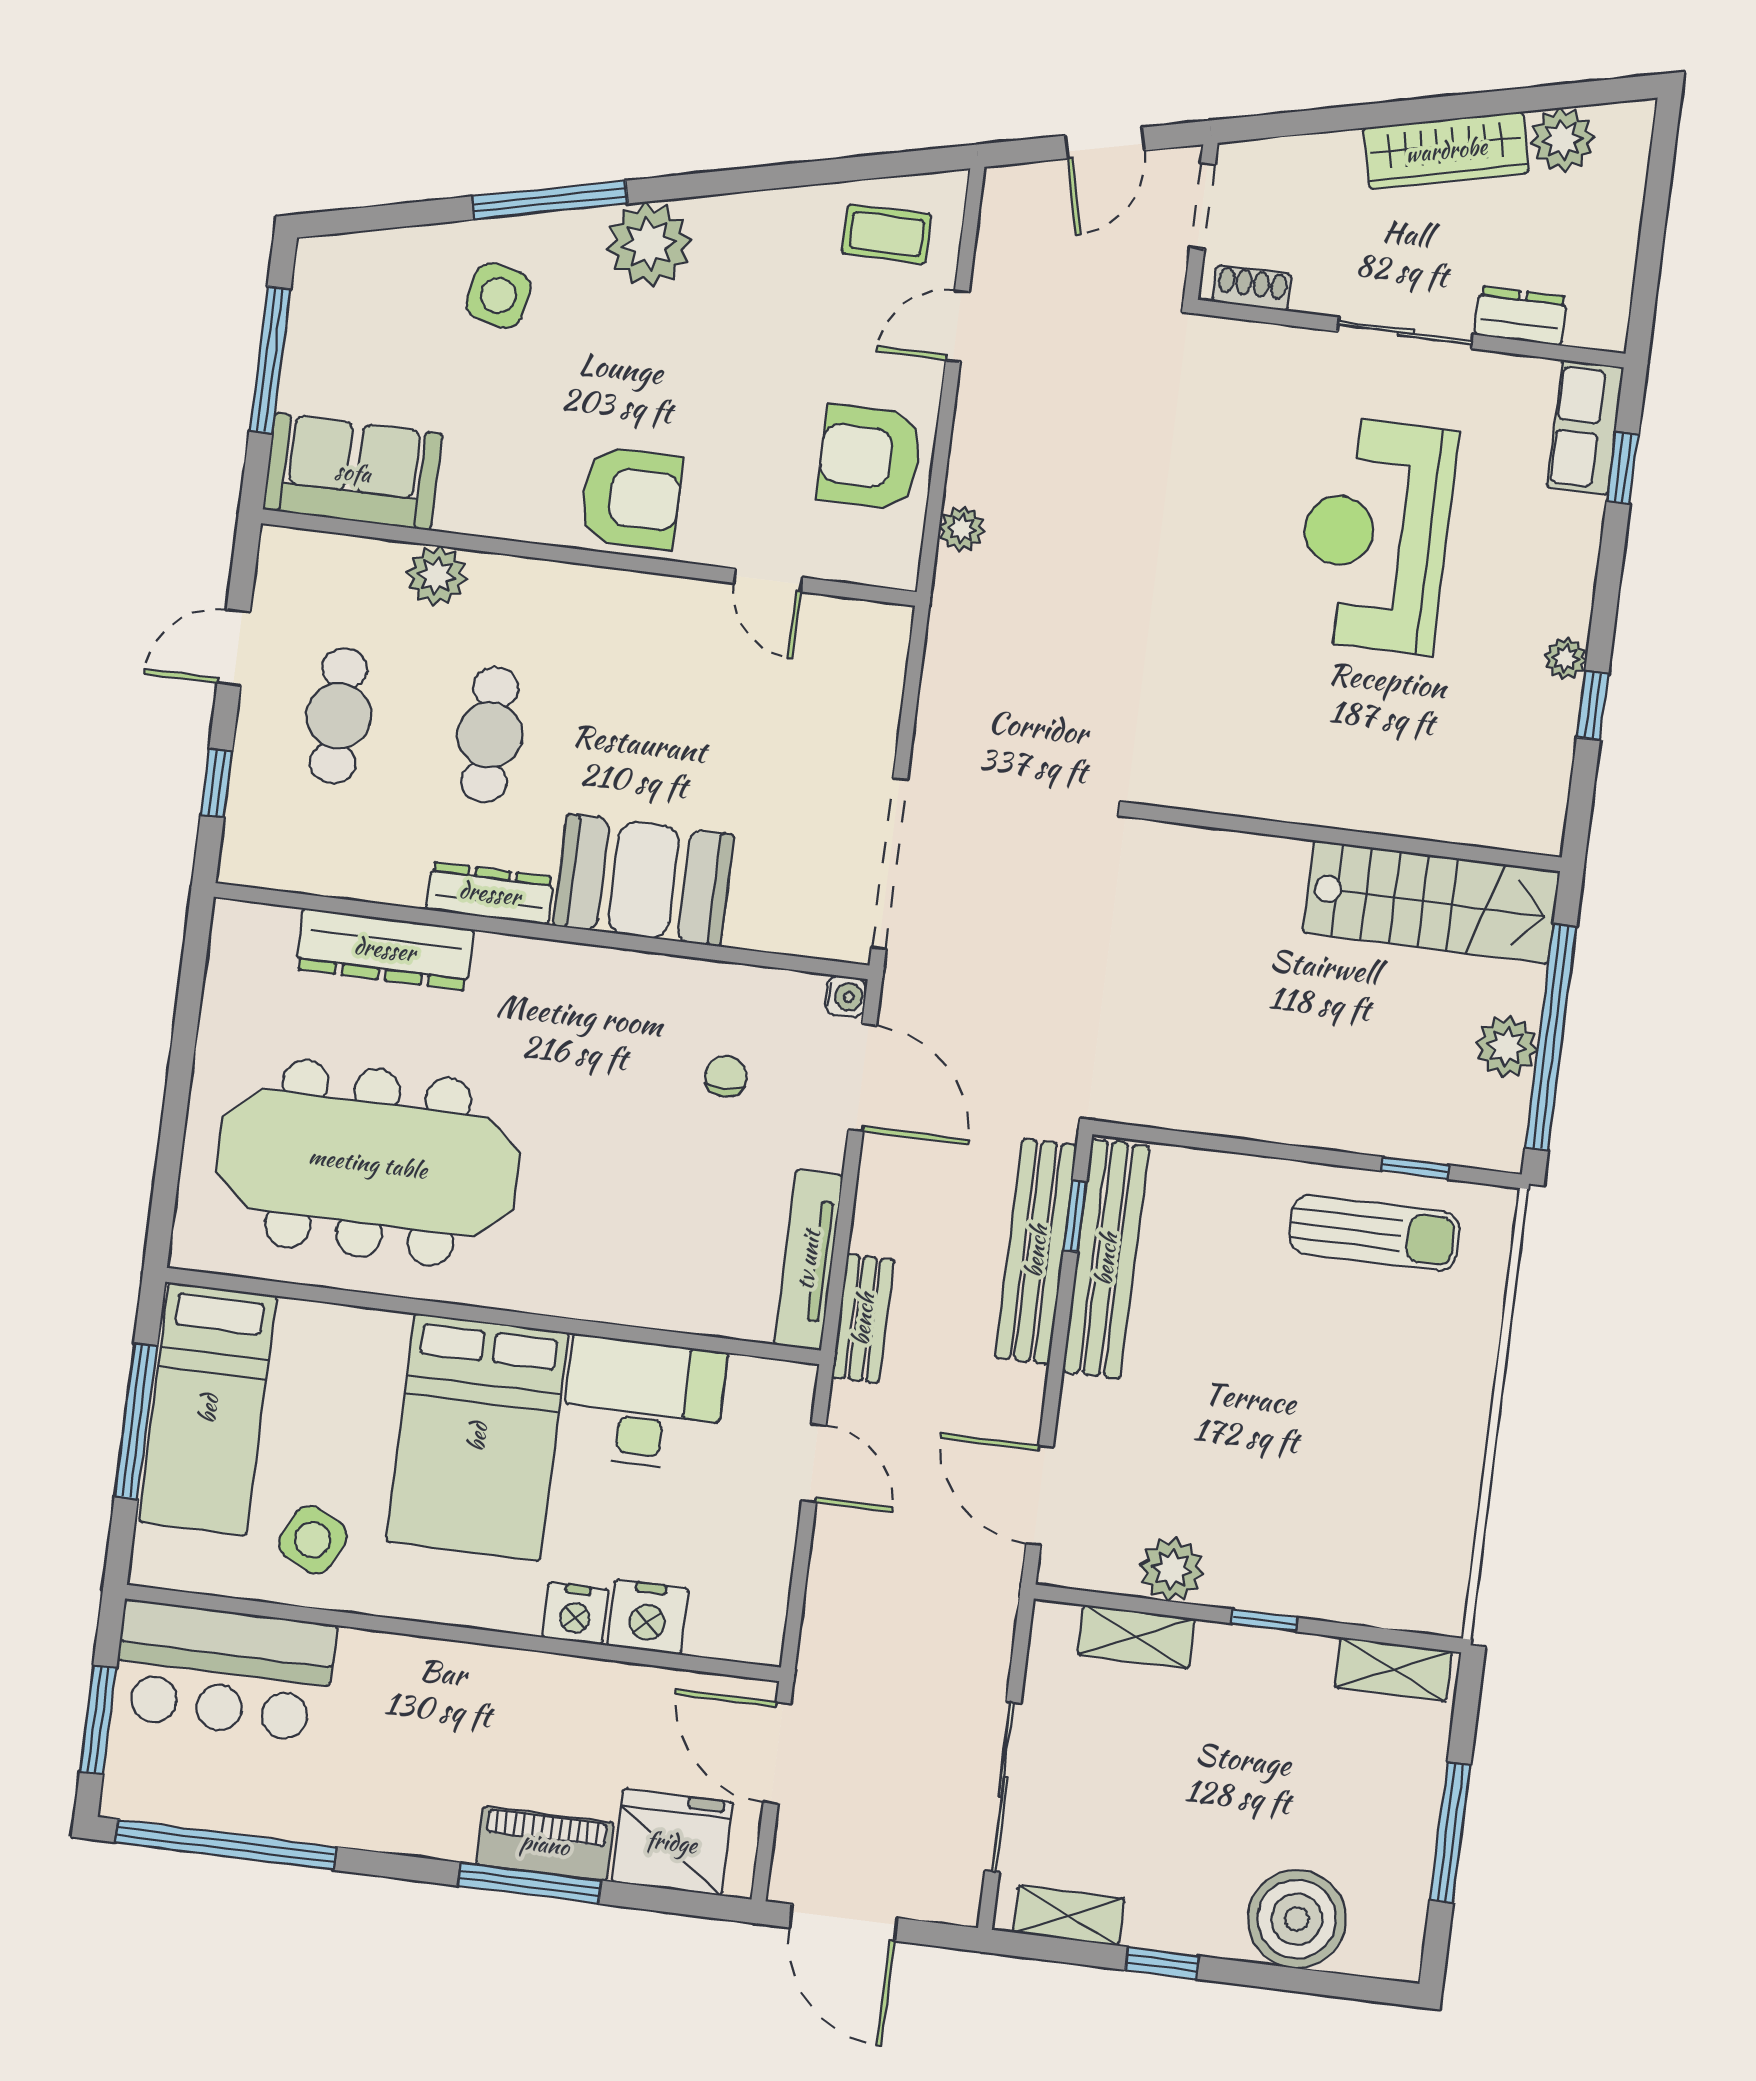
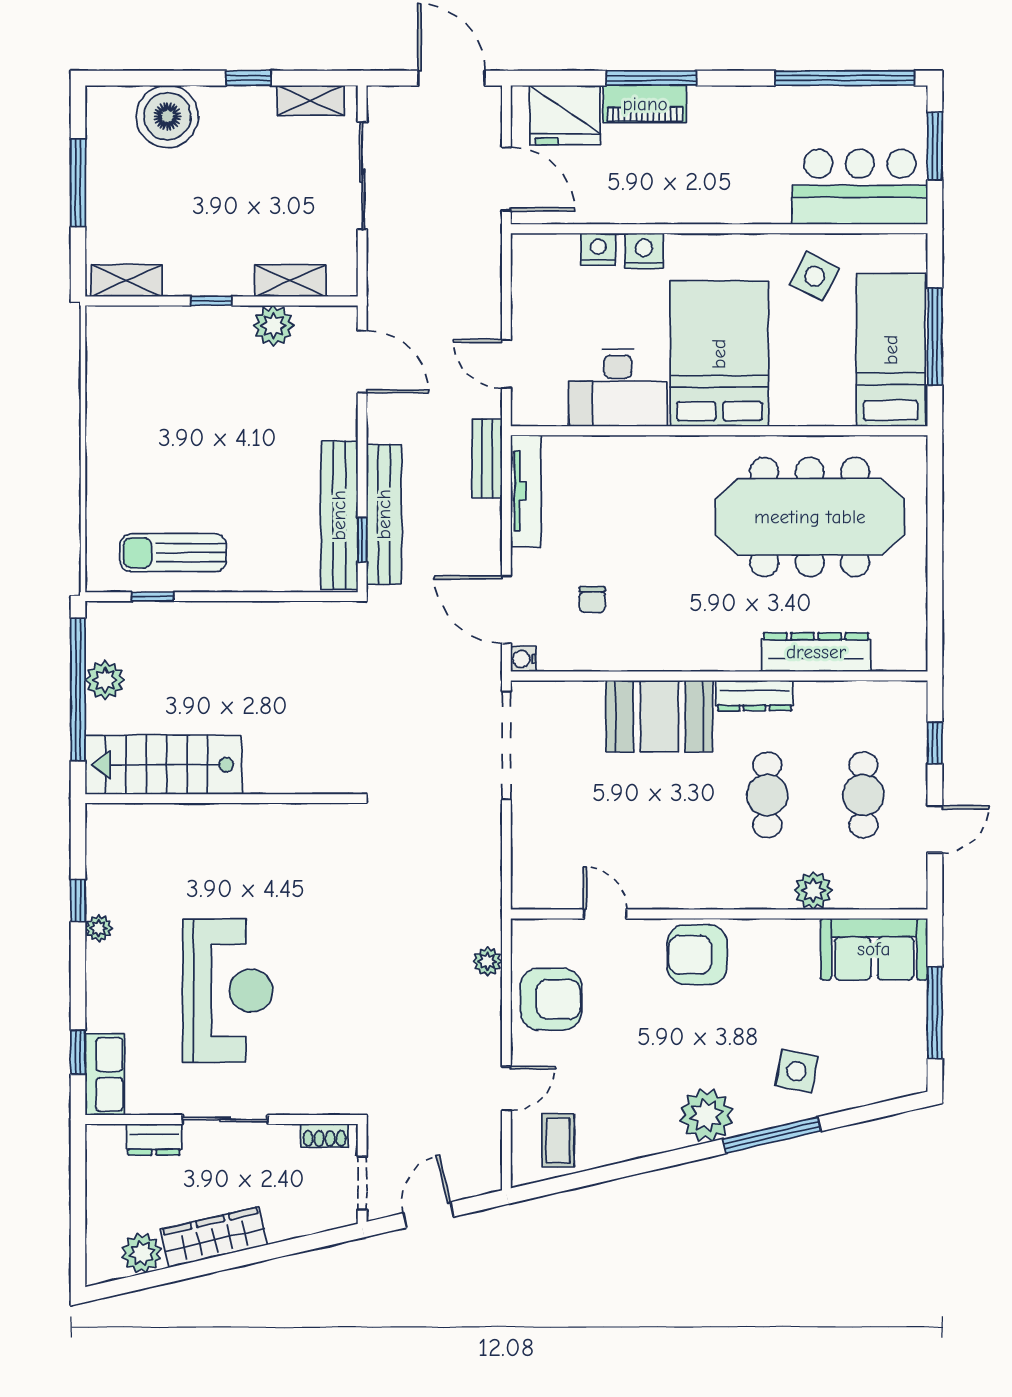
coffee table: (887, 234) -> (558, 1140), turned 90
nightstand: (648, 1617) -> (598, 249), width x0.74, depth x0.75

